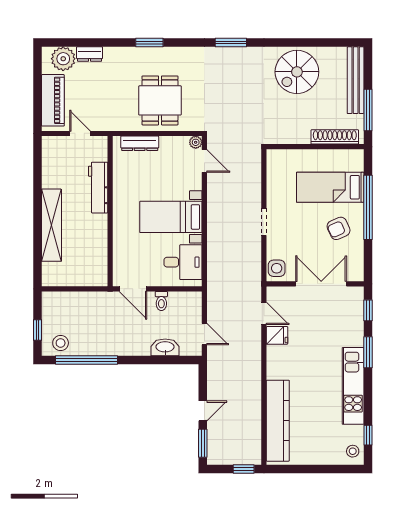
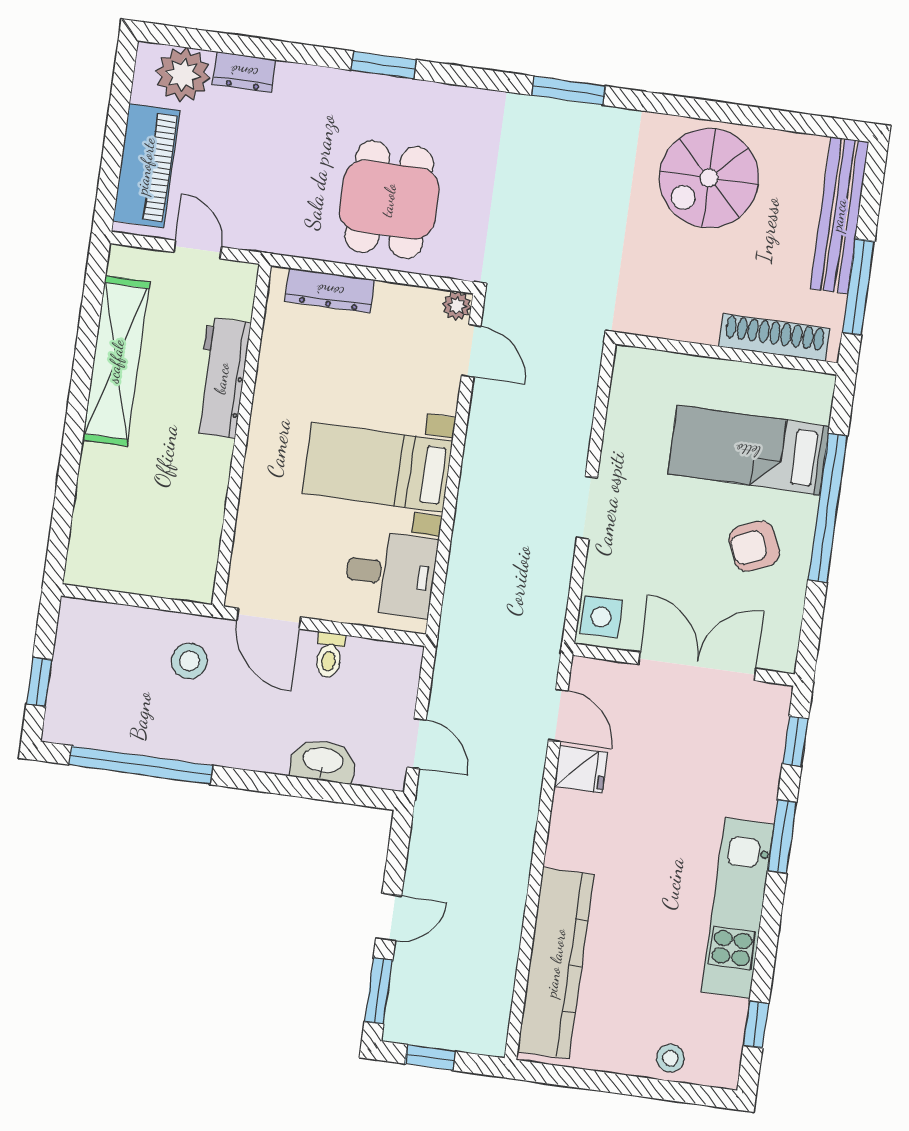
shelving: (52, 225) -> (116, 361), moved
stool: (61, 343) -> (189, 661), moved
stool: (353, 451) -> (670, 1058), moved
window: (244, 469) -> (430, 1057), moved

